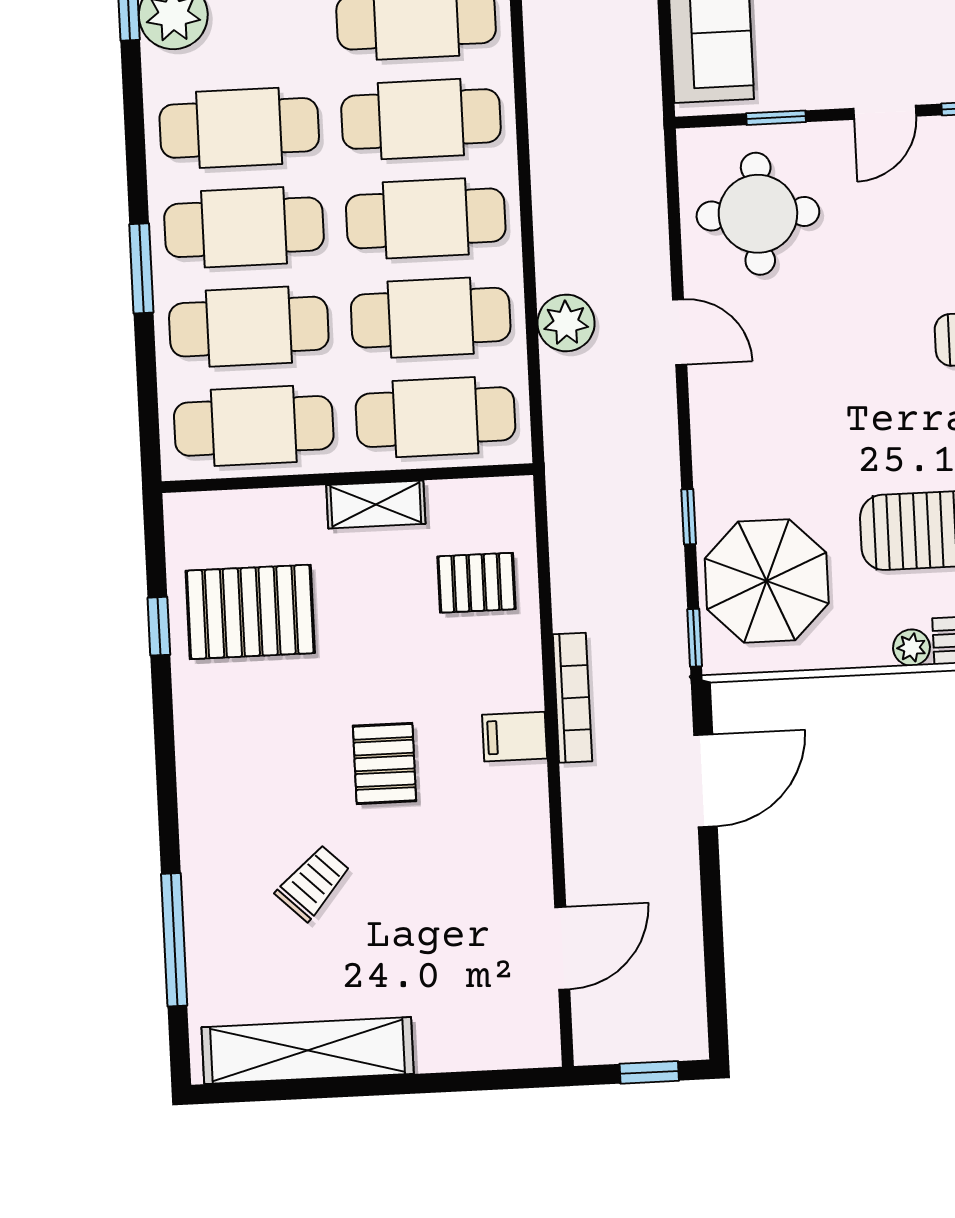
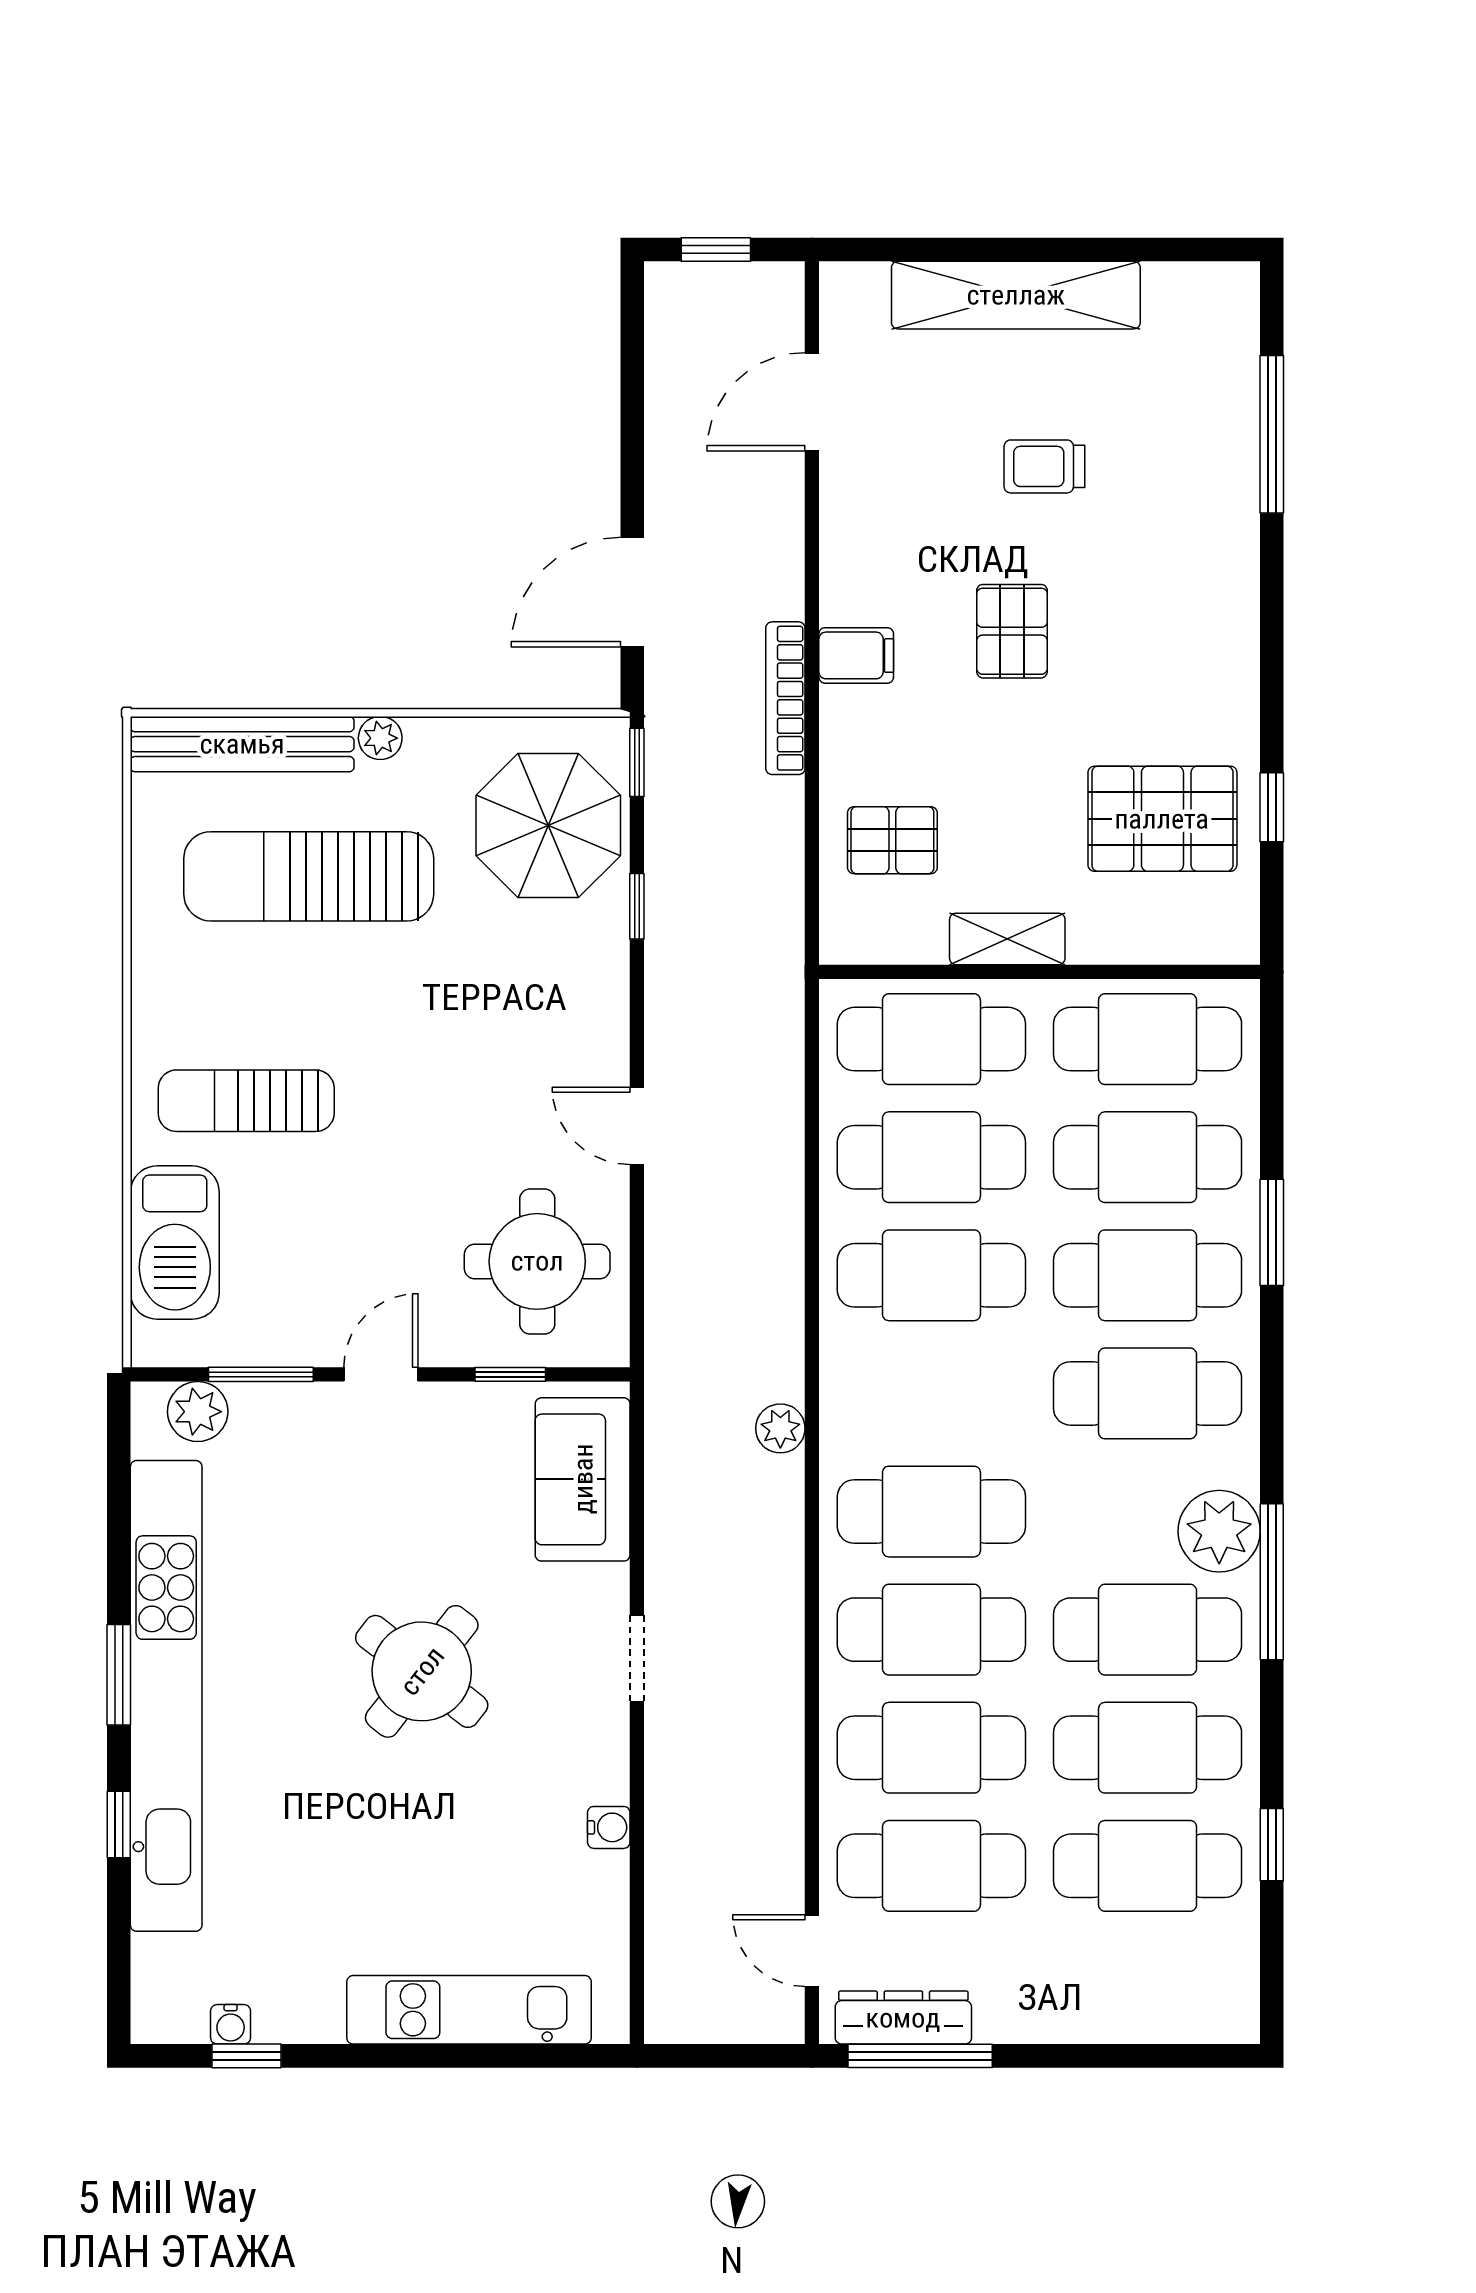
cafe table: (421, 119) -> (931, 1393), removed
plant: (566, 323) -> (780, 1428), moved, width x0.73, depth x0.73
trolley: (313, 883) -> (1044, 466), moved, turned 46
shelving: (308, 1051) -> (1016, 295), moved

